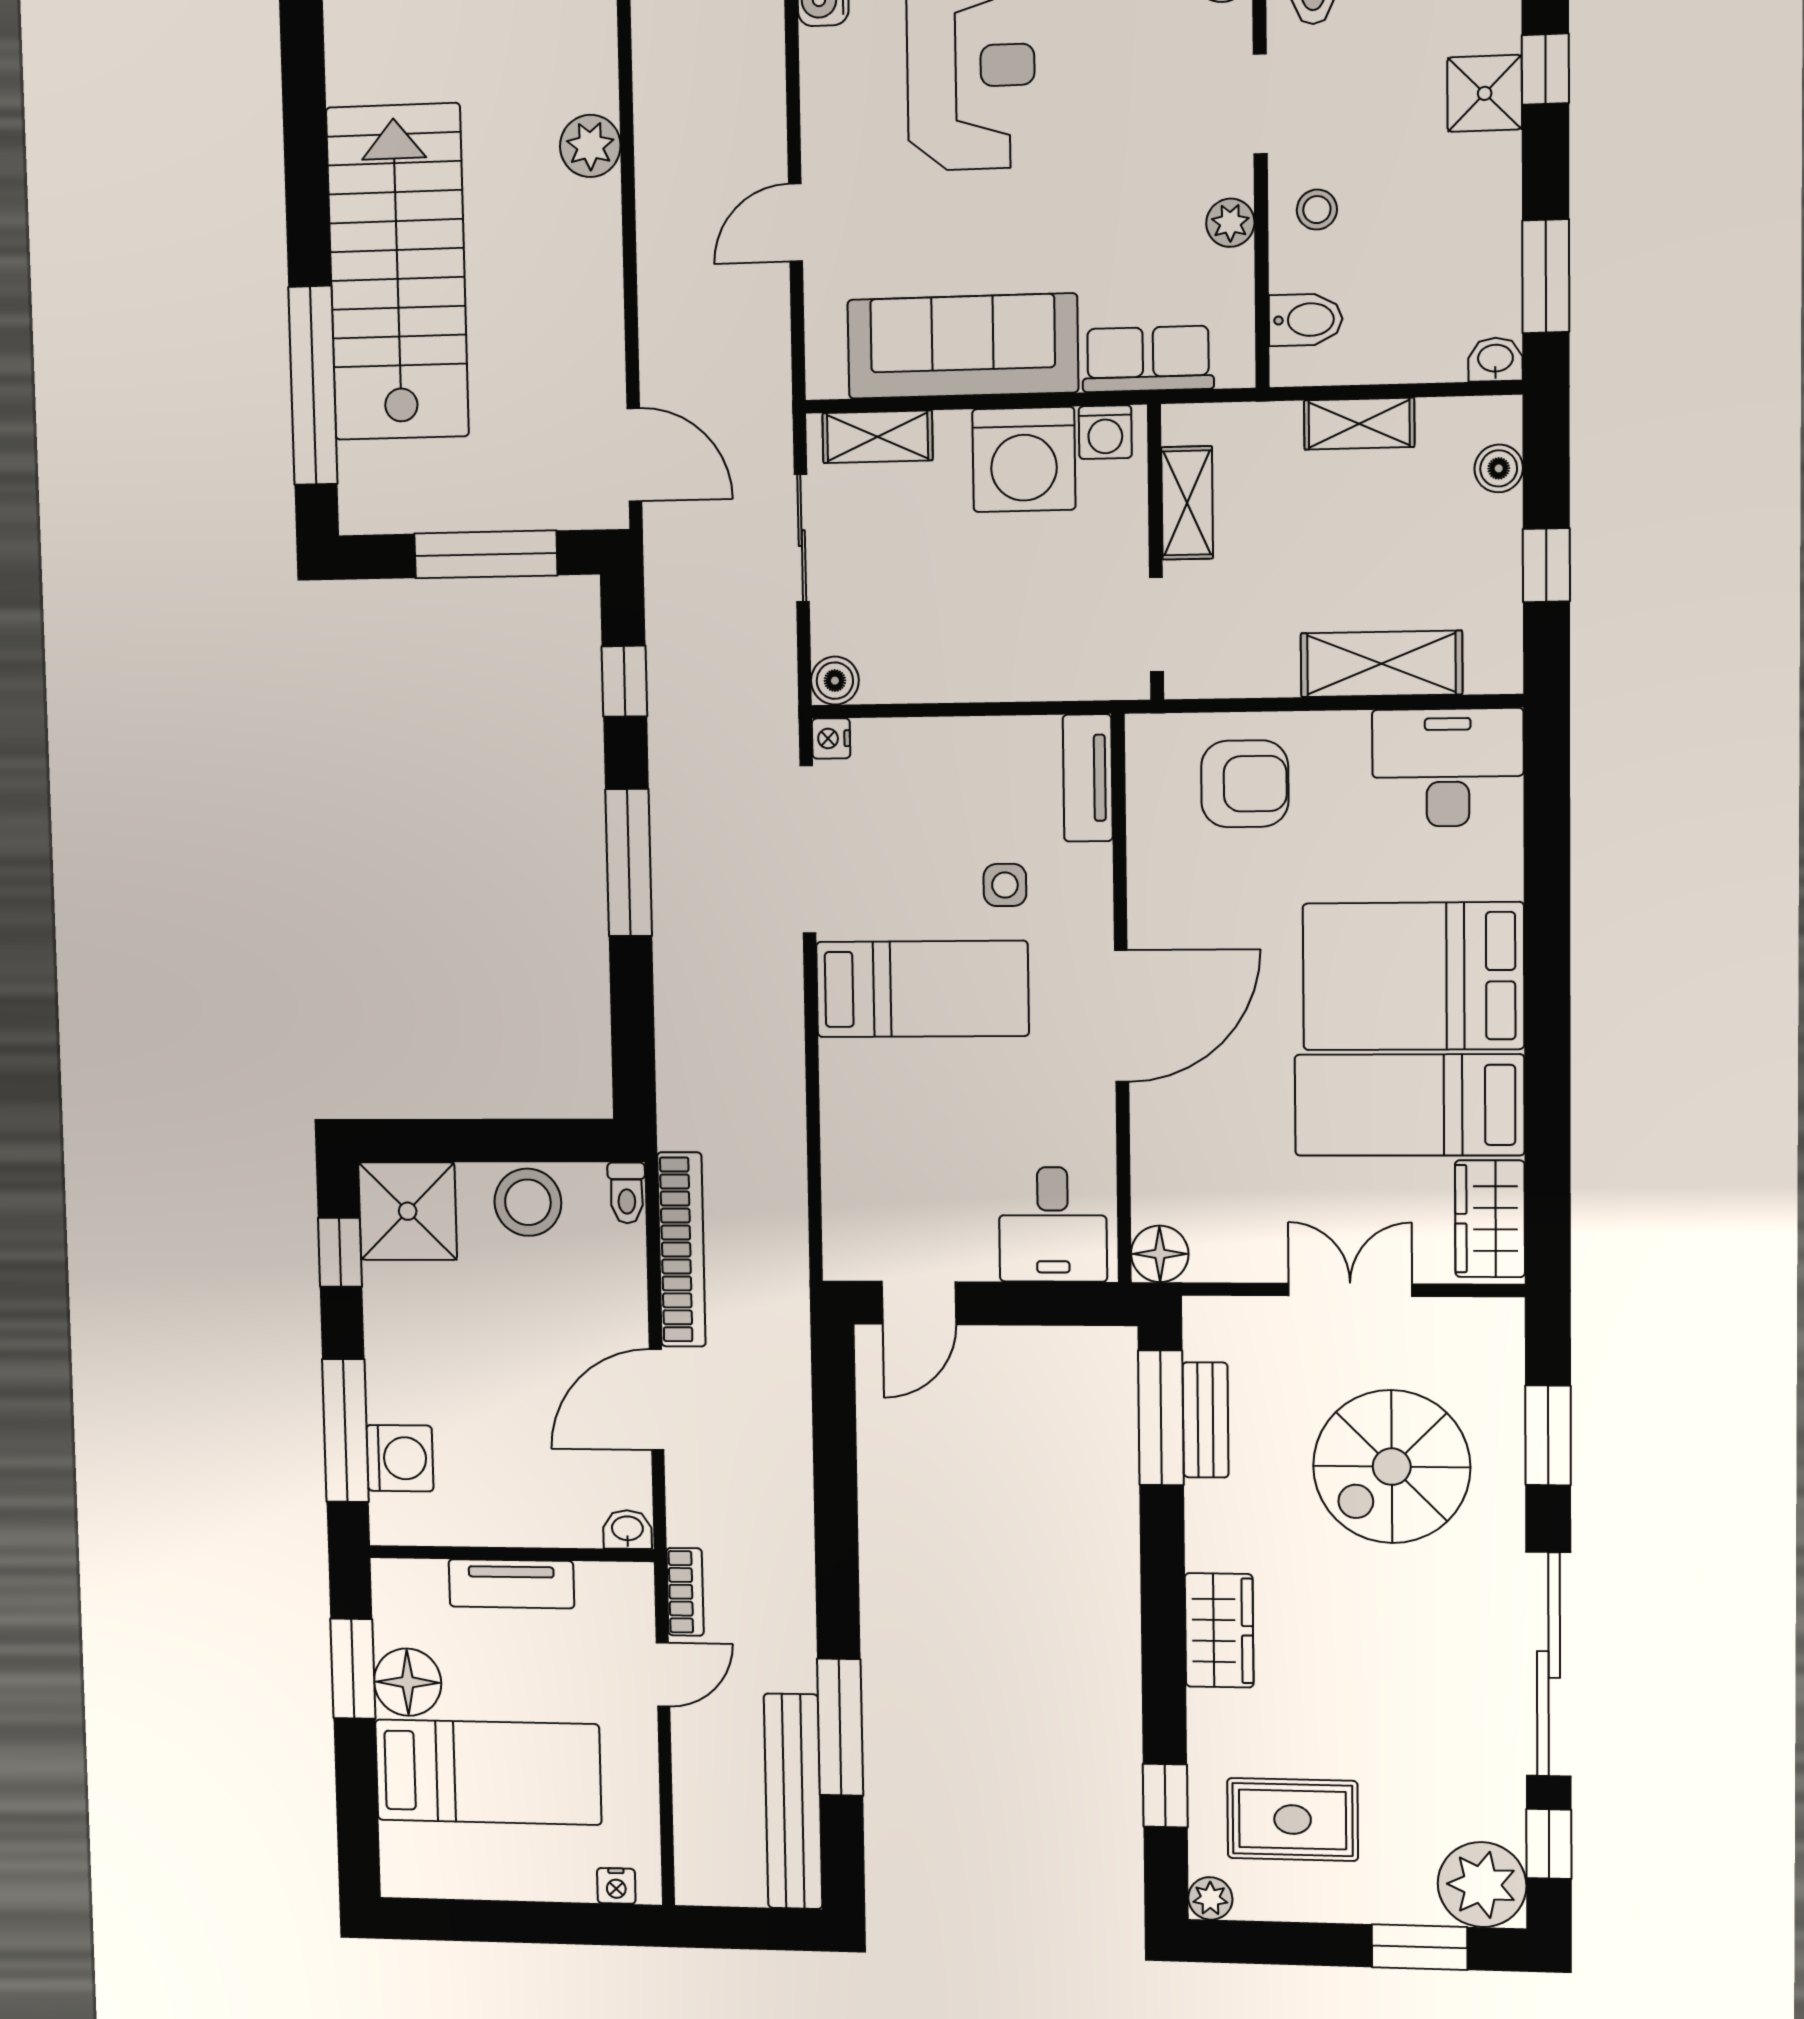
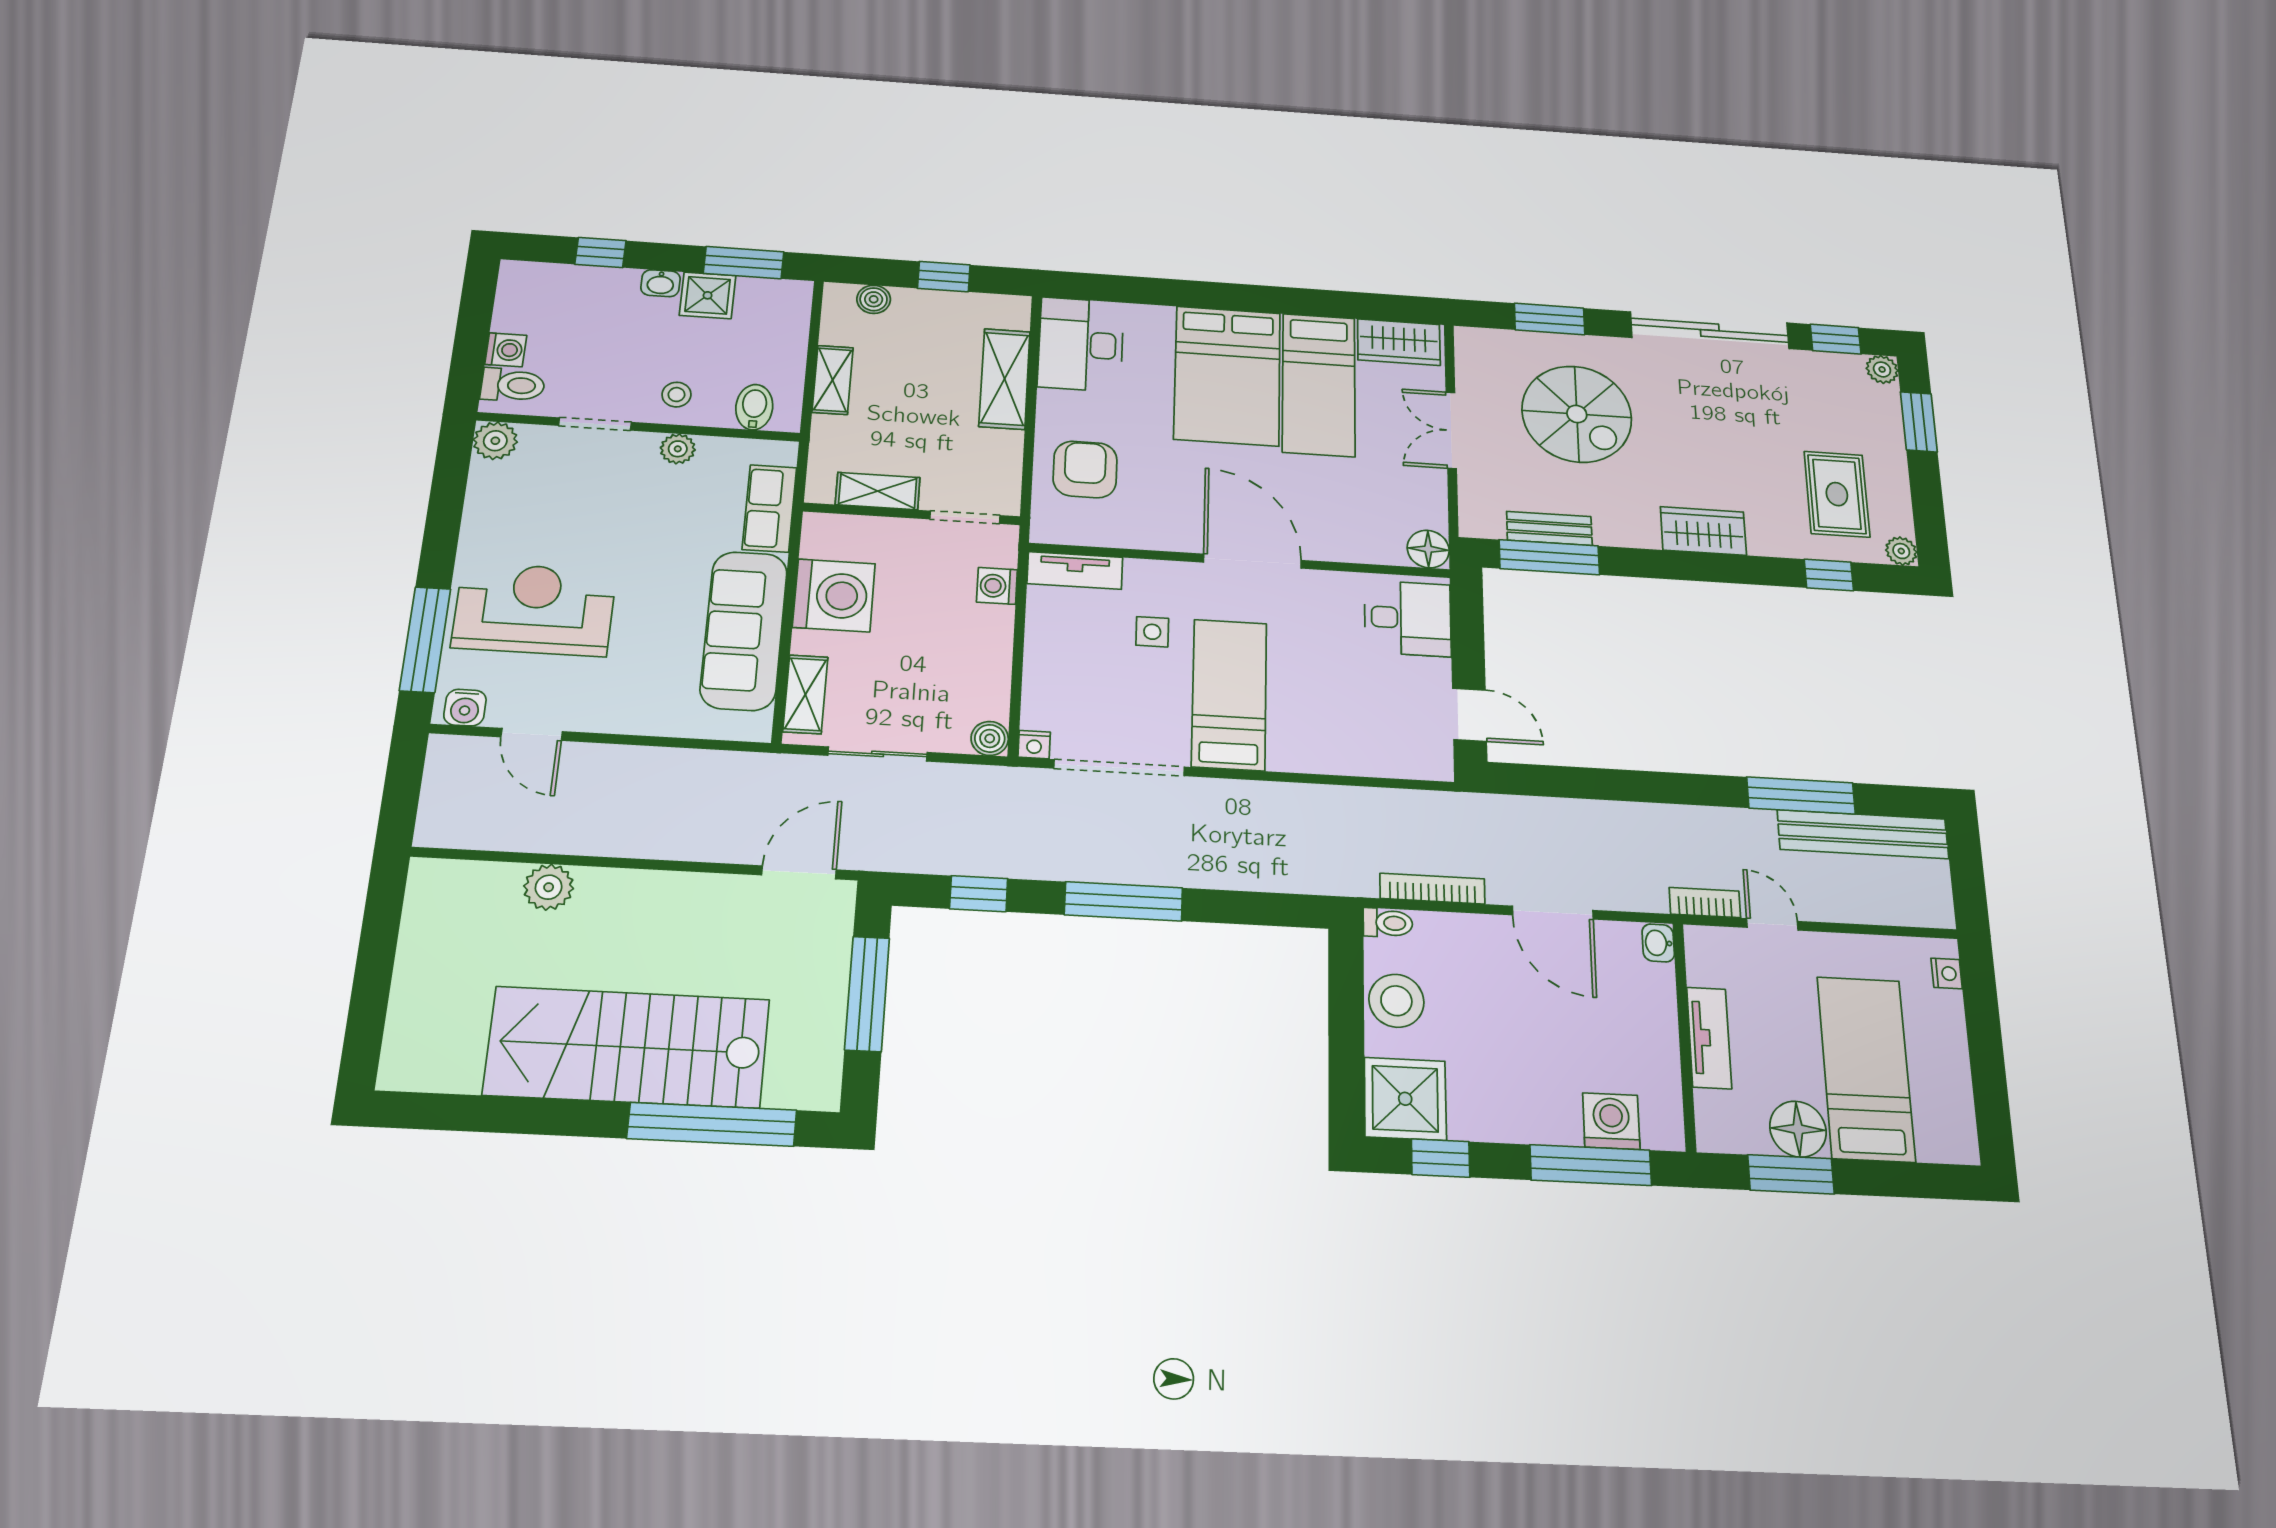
shower: (1485, 93) -> (708, 295), moved
door: (796, 223) -> (532, 734), moved
washbasin: (1495, 359) -> (660, 283), moved, turned -90
washing machine: (1105, 432) -> (997, 586), moved, turned 180
bookcase: (681, 1250) -> (1432, 889), width x0.68, depth x0.76
plant: (1482, 1885) -> (1882, 369), width x0.53, depth x0.53

